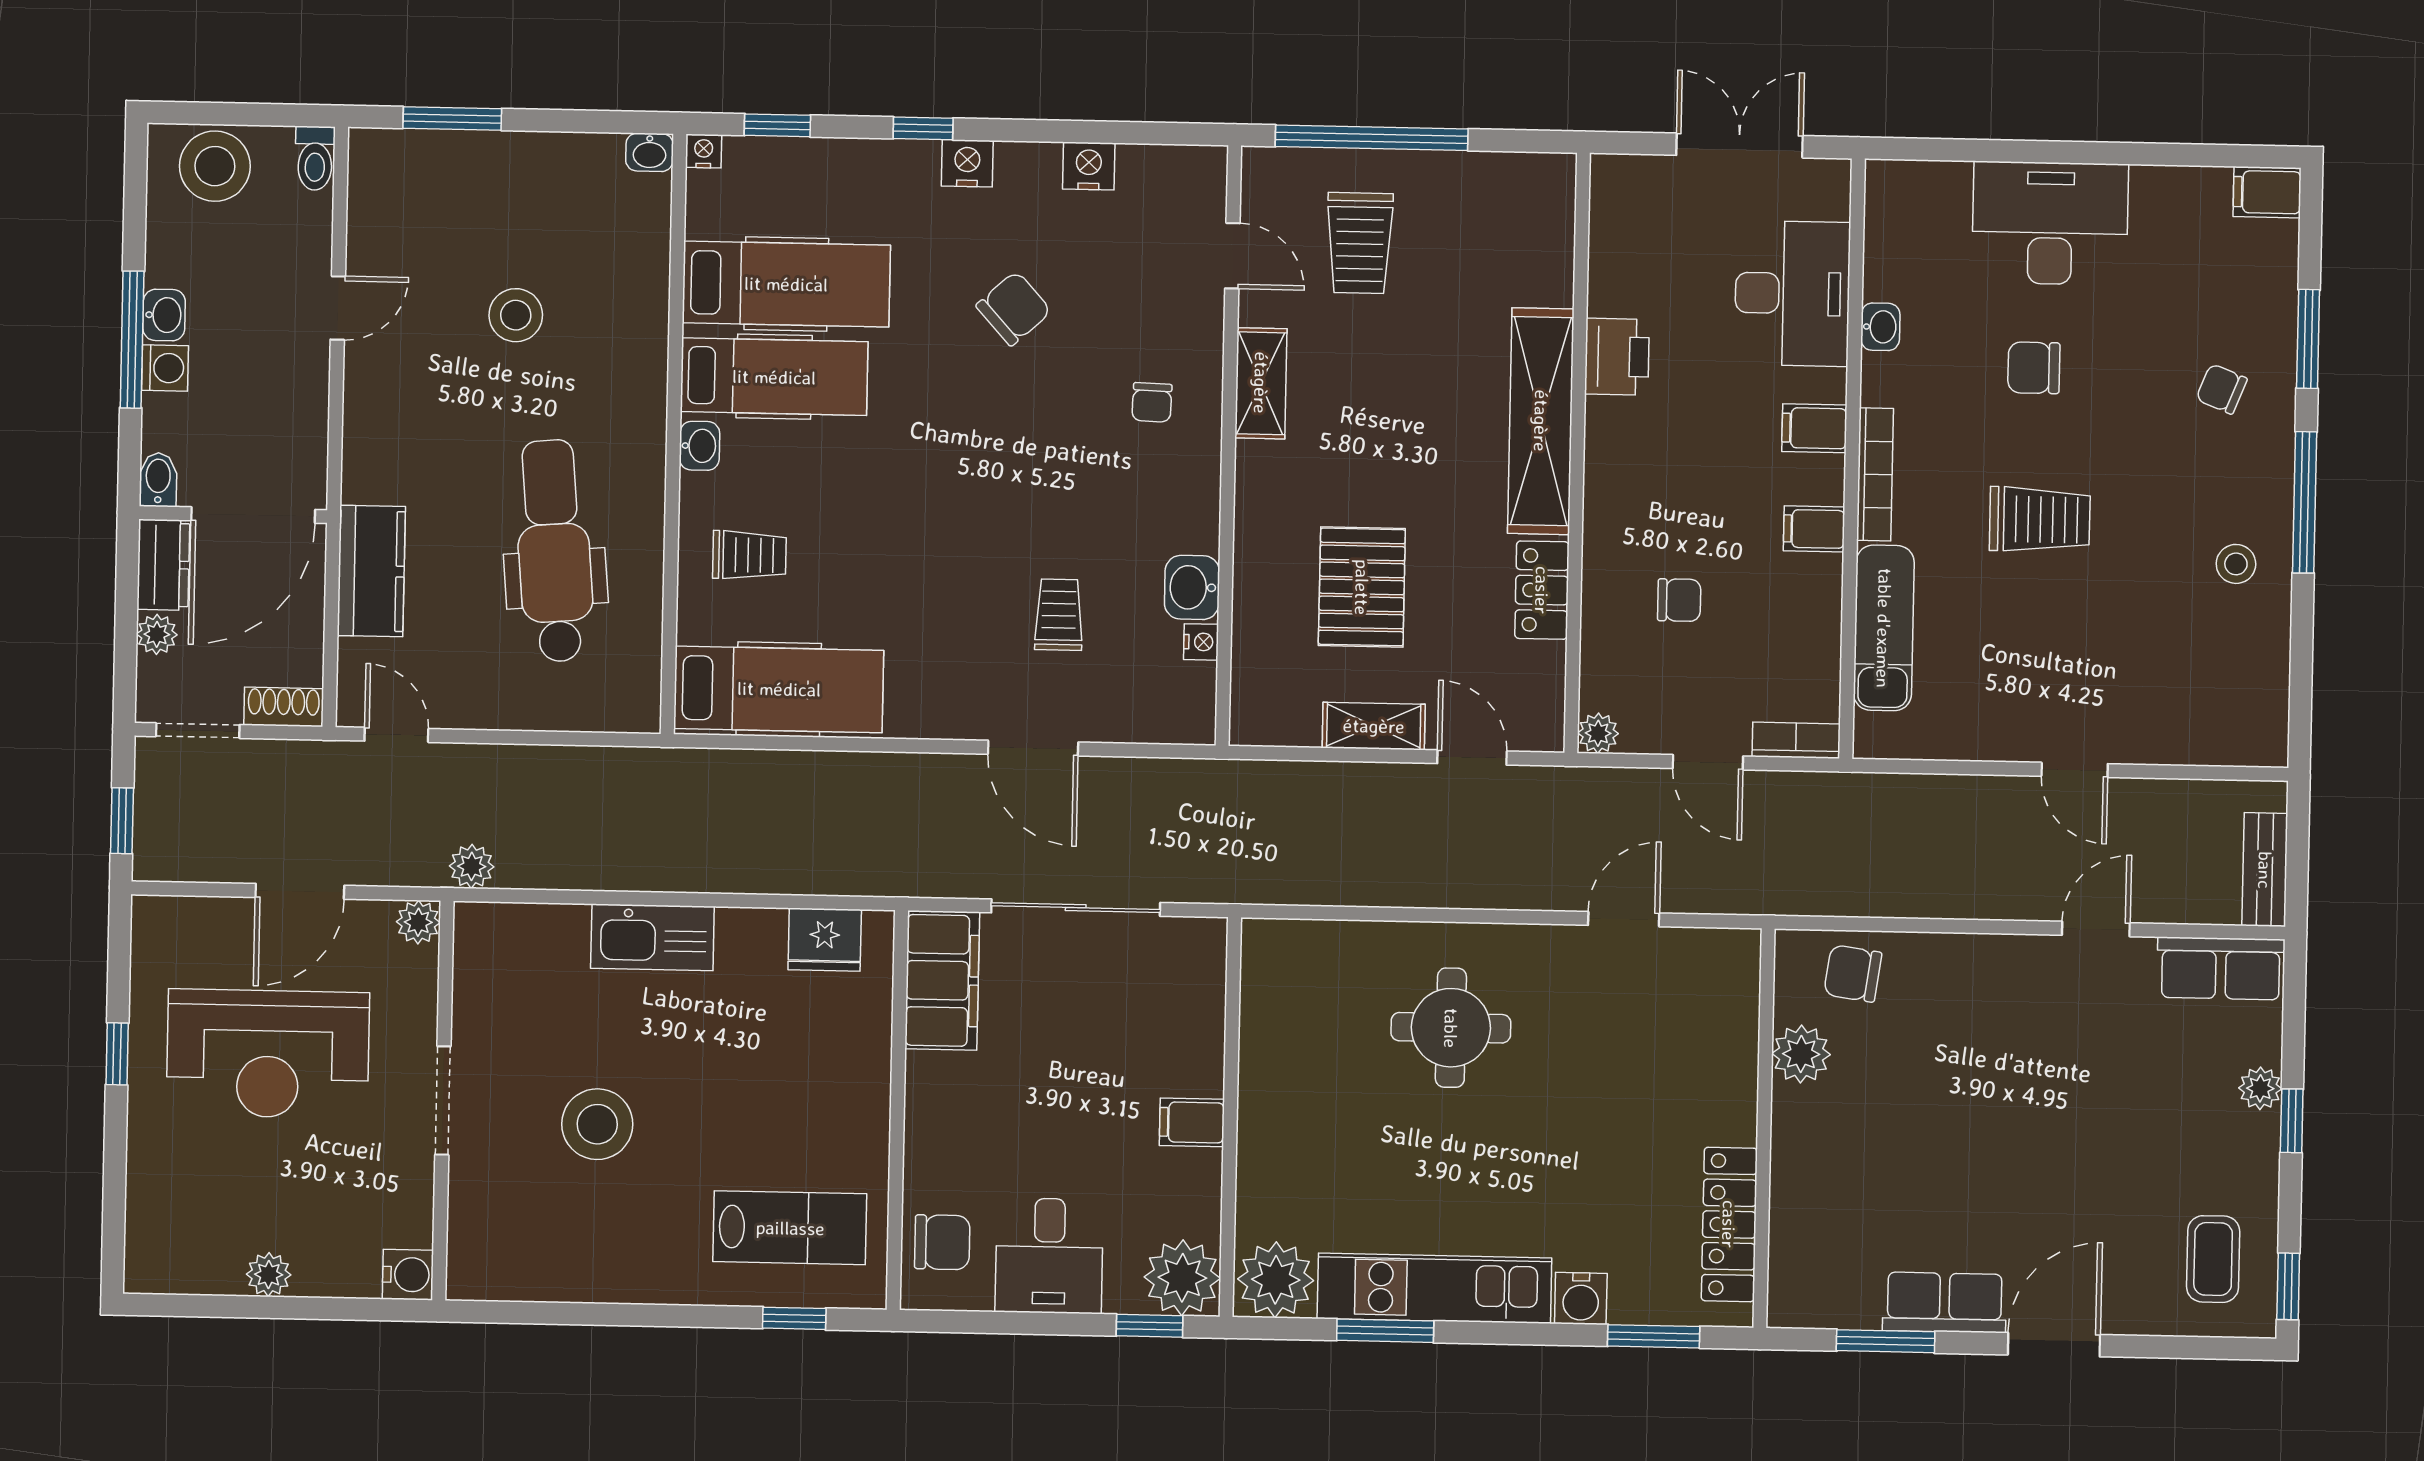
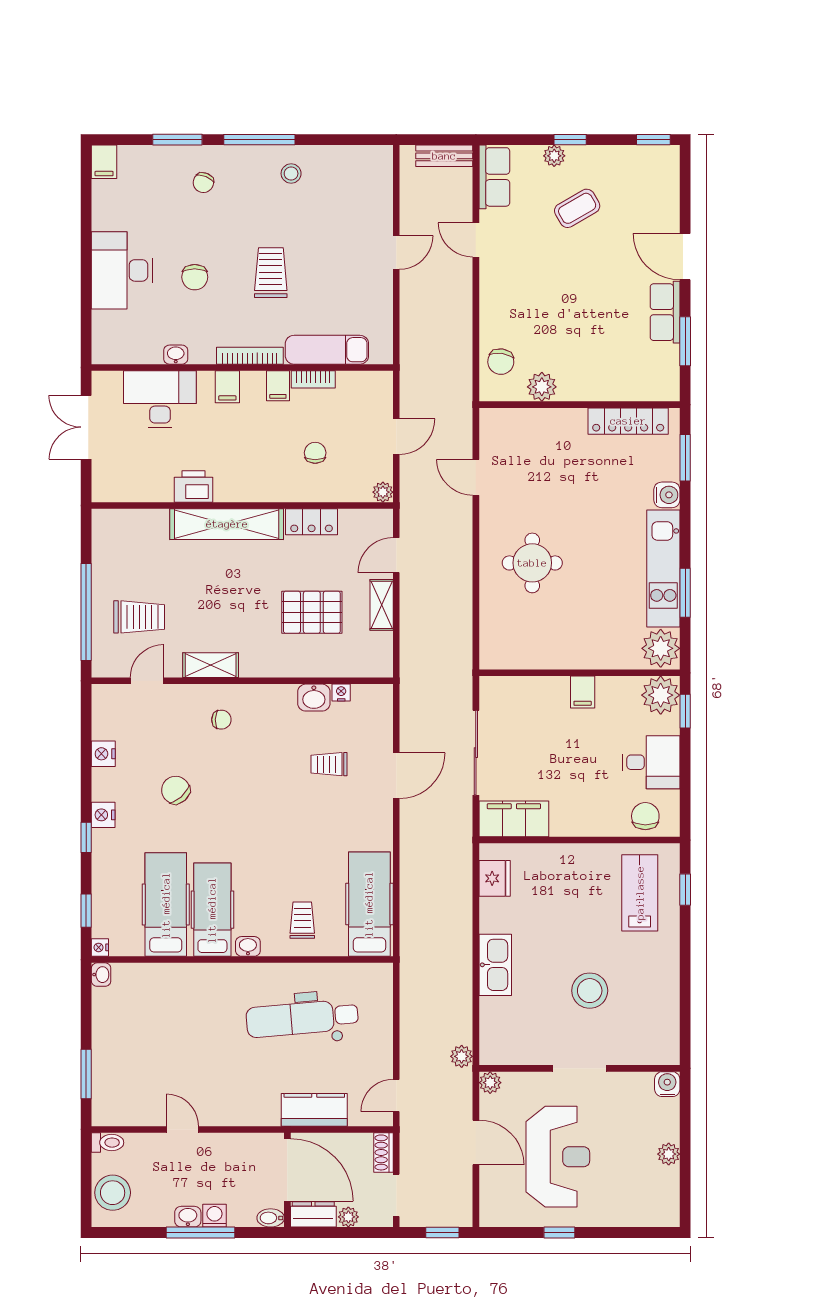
stool: (516, 315) -> (184, 1040), removed
bookcase: (1796, 740) -> (313, 379), moved, turned -90
coffee table: (2213, 1259) -> (577, 208), moved, turned -30

